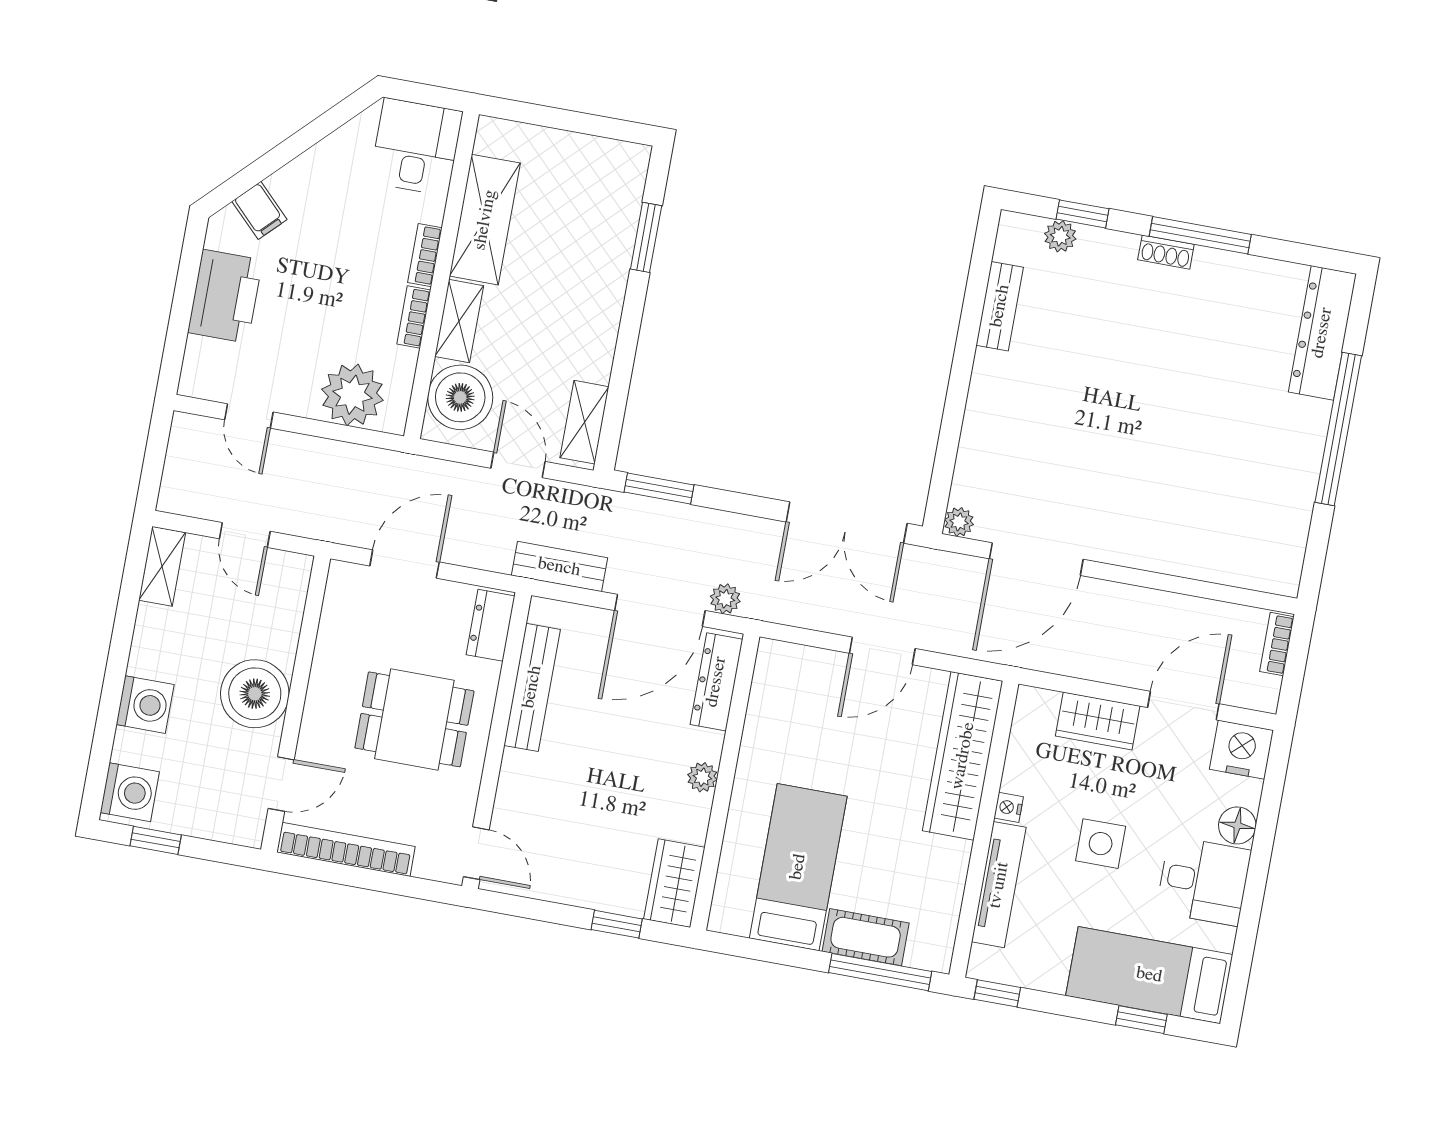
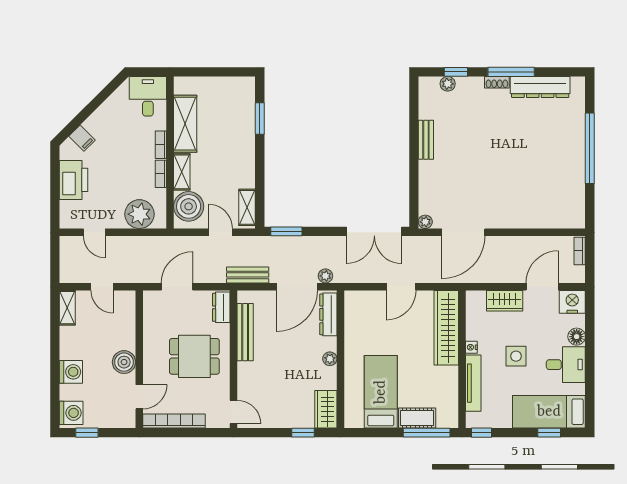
bench: (1000, 306) -> (426, 140), moved
dresser: (1322, 333) -> (540, 87), moved, turned -90
boiler: (255, 694) -> (124, 362), width x0.73, depth x0.73

